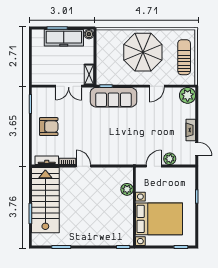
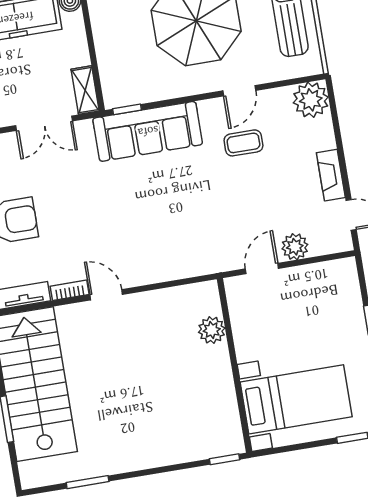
coffee table: (155, 109) -> (243, 143), added
bed with nightstands: (159, 219) -> (296, 399), width x0.73

